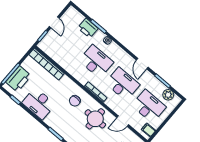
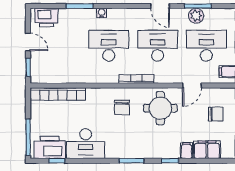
printer: (88, 28) -> (46, 18), moved
printer: (18, 79) -> (50, 147), moved, turned -90
plant: (168, 95) -> (196, 16), moved

